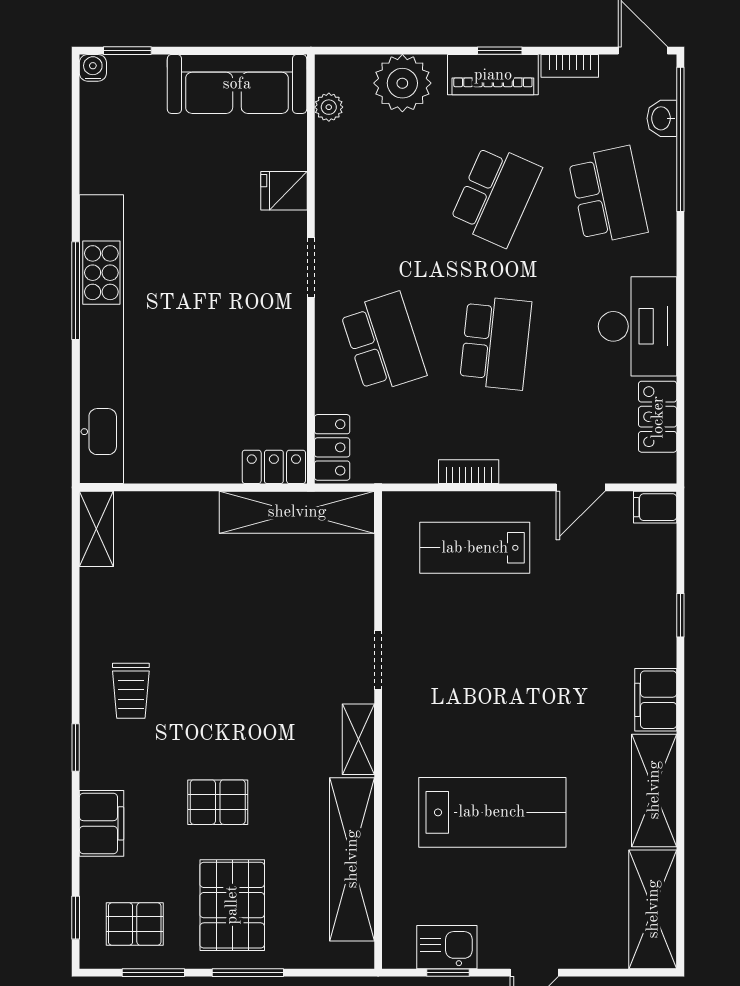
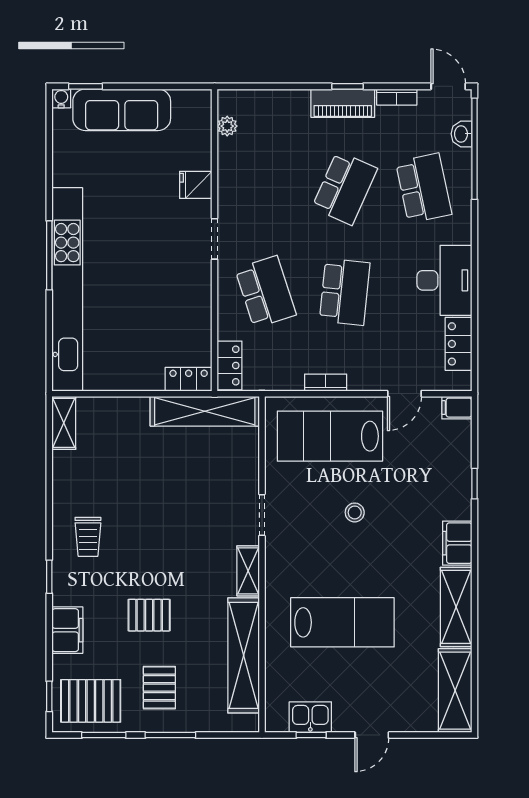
plant: (402, 83) -> (279, 109), removed
sofa: (237, 84) -> (122, 110), moved
lab bench: (475, 548) -> (330, 436), width x1.36, depth x1.39
stool: (510, 656) -> (355, 512), added
pallet: (232, 905) -> (159, 688), width x0.67, depth x0.71
pallet: (135, 924) -> (91, 701), width x1.50, depth x1.42

